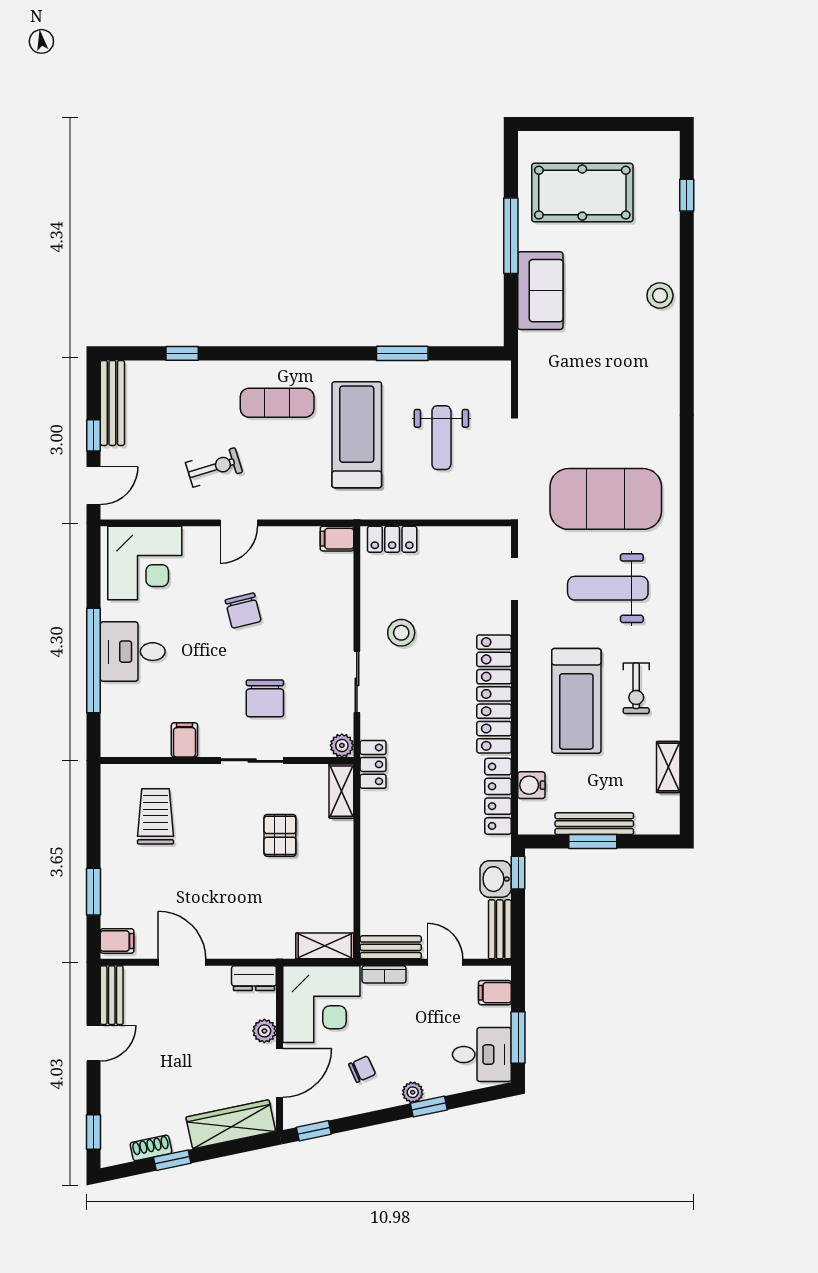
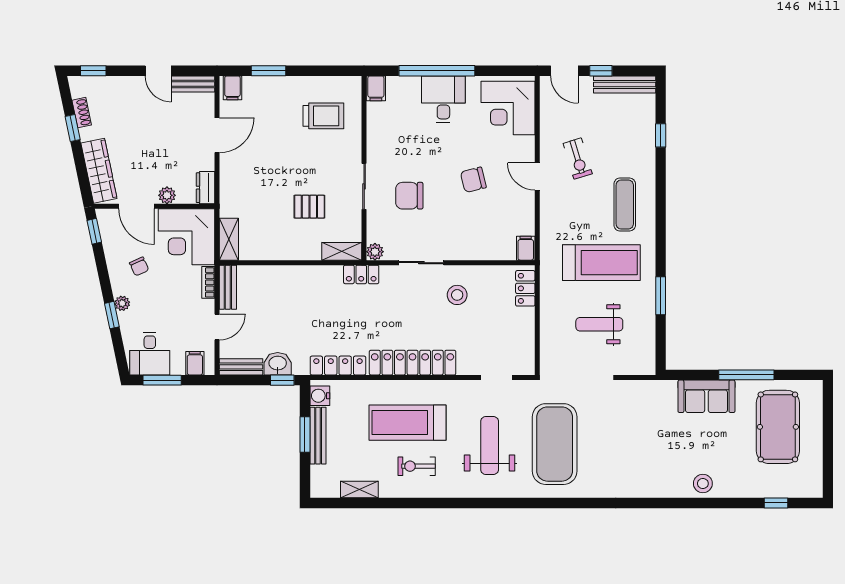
filing cabinet: (184, 740) -> (376, 88), moved, turned 90
water cooler: (531, 785) -> (320, 396), moved, turned -90

